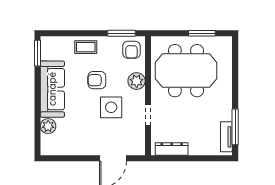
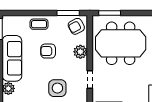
window: (202, 33) -> (110, 13), moved
armchair: (131, 50) -> (76, 26), turned 63
side table: (111, 107) -> (57, 88), moved

